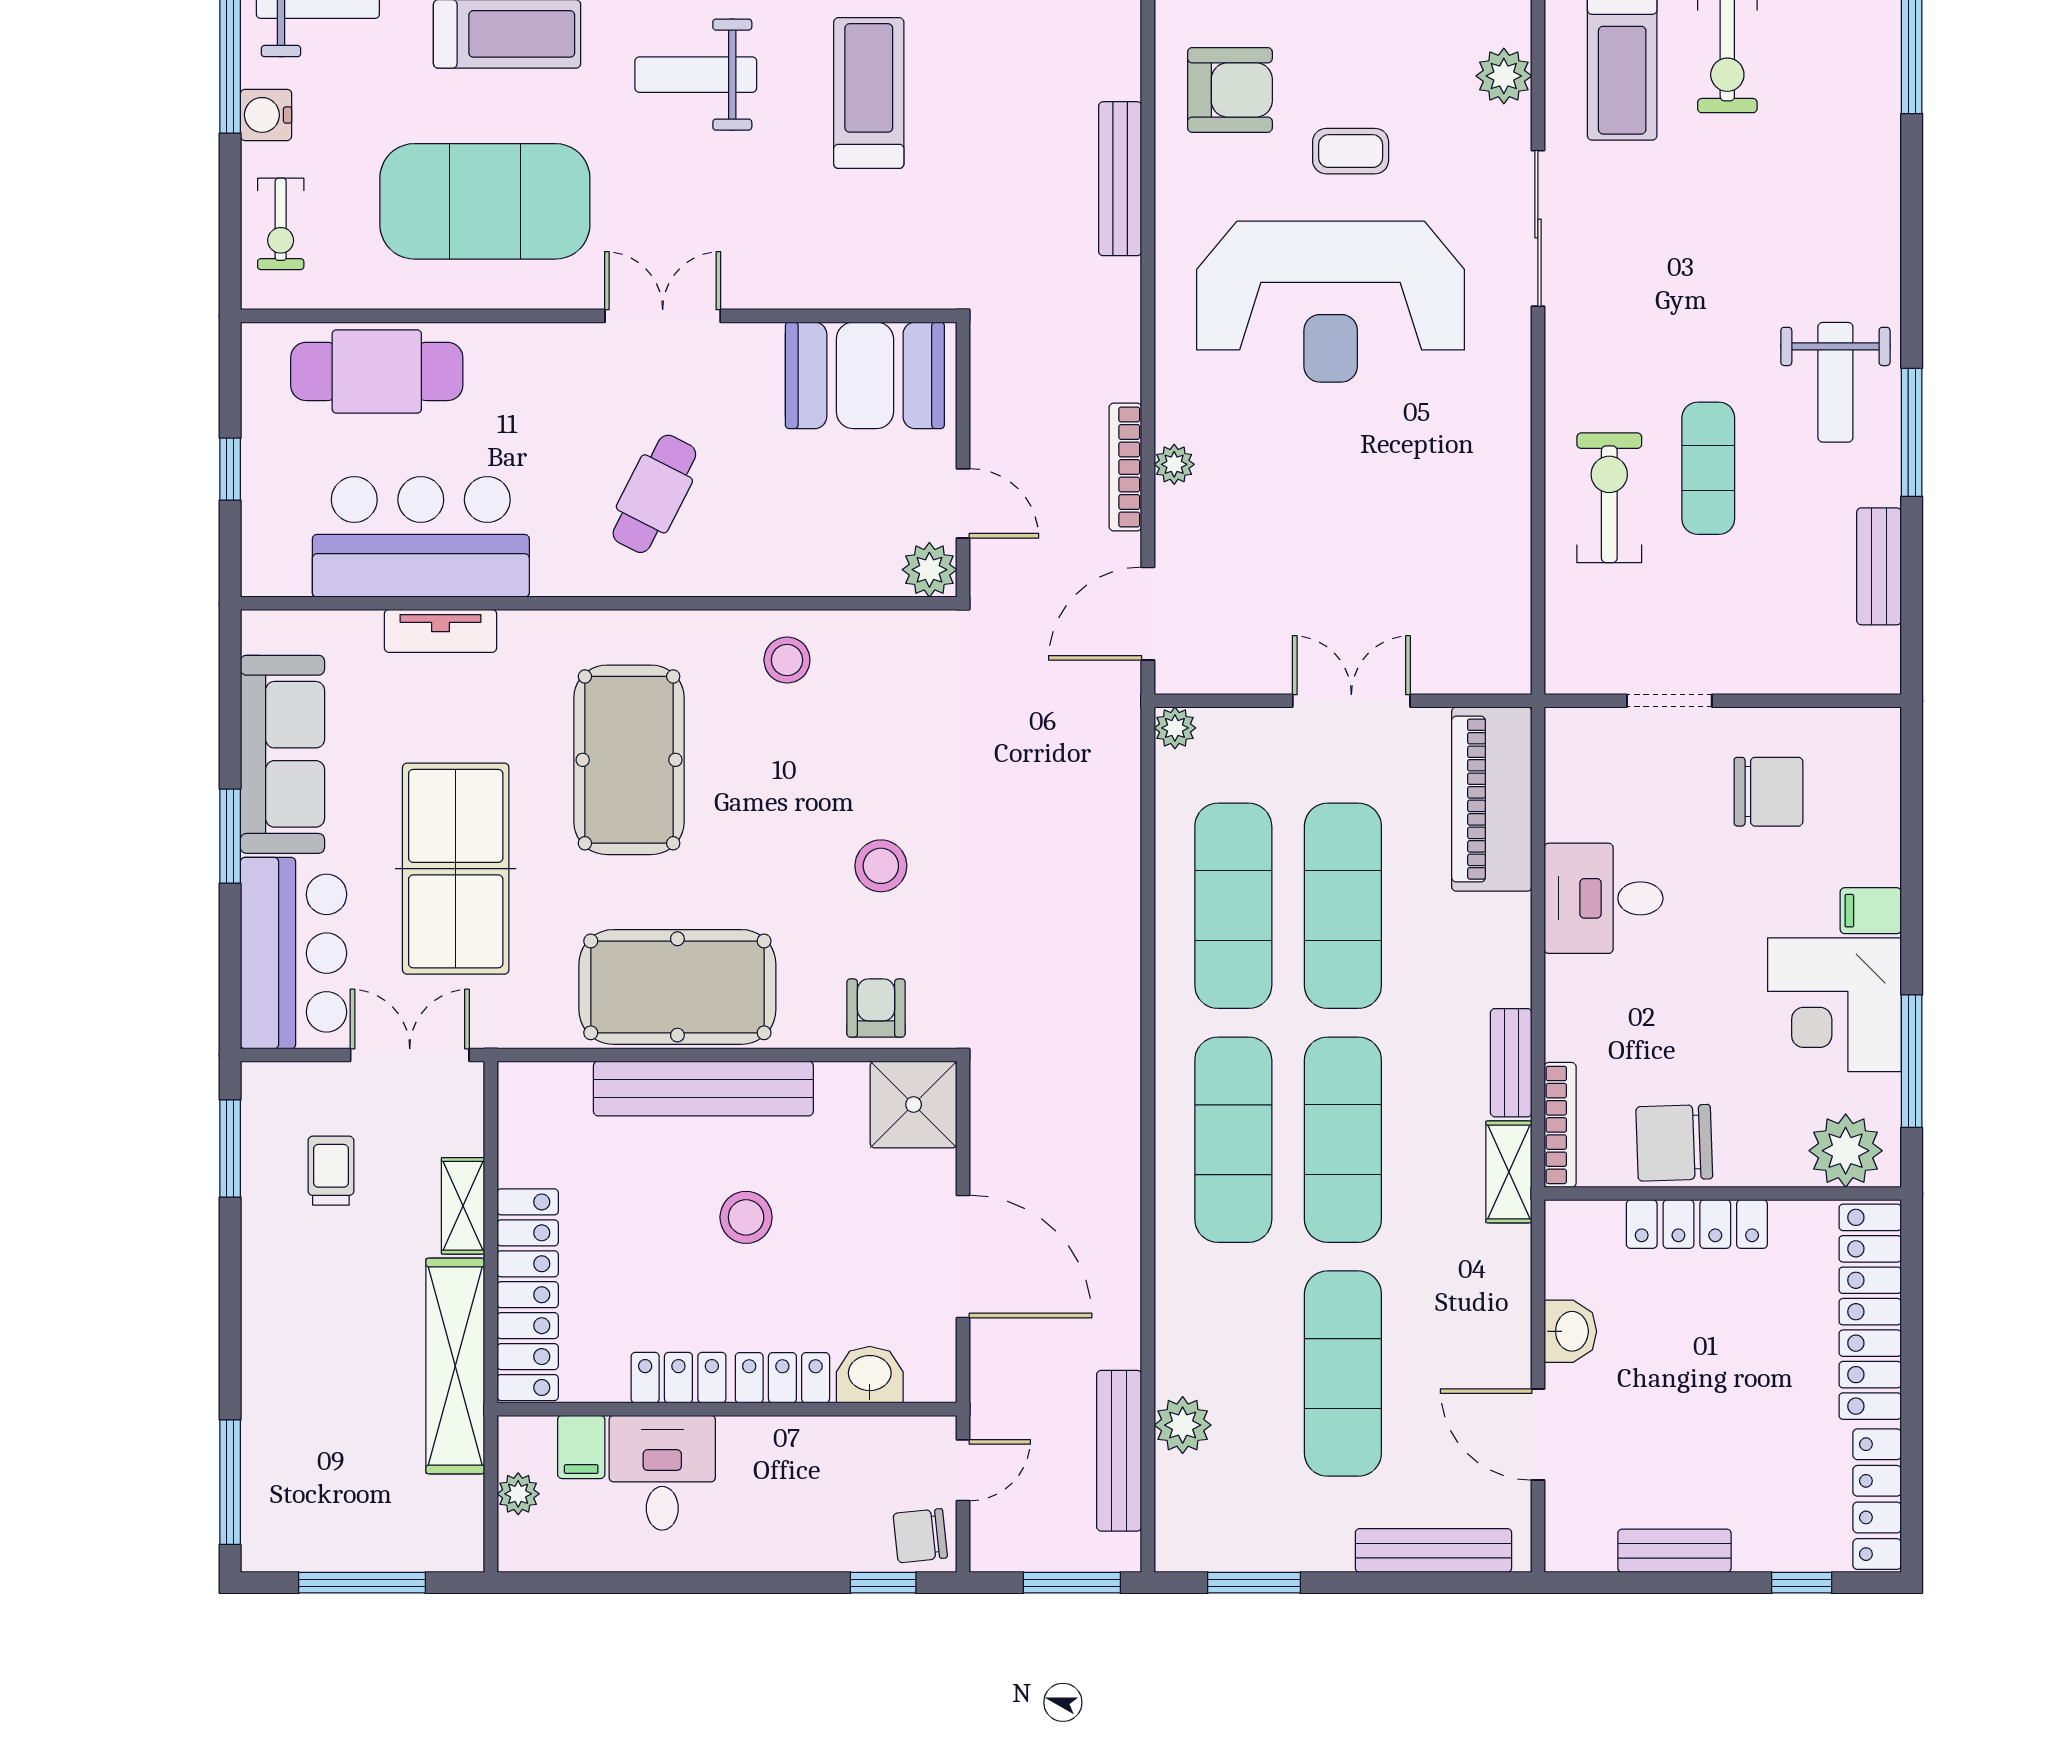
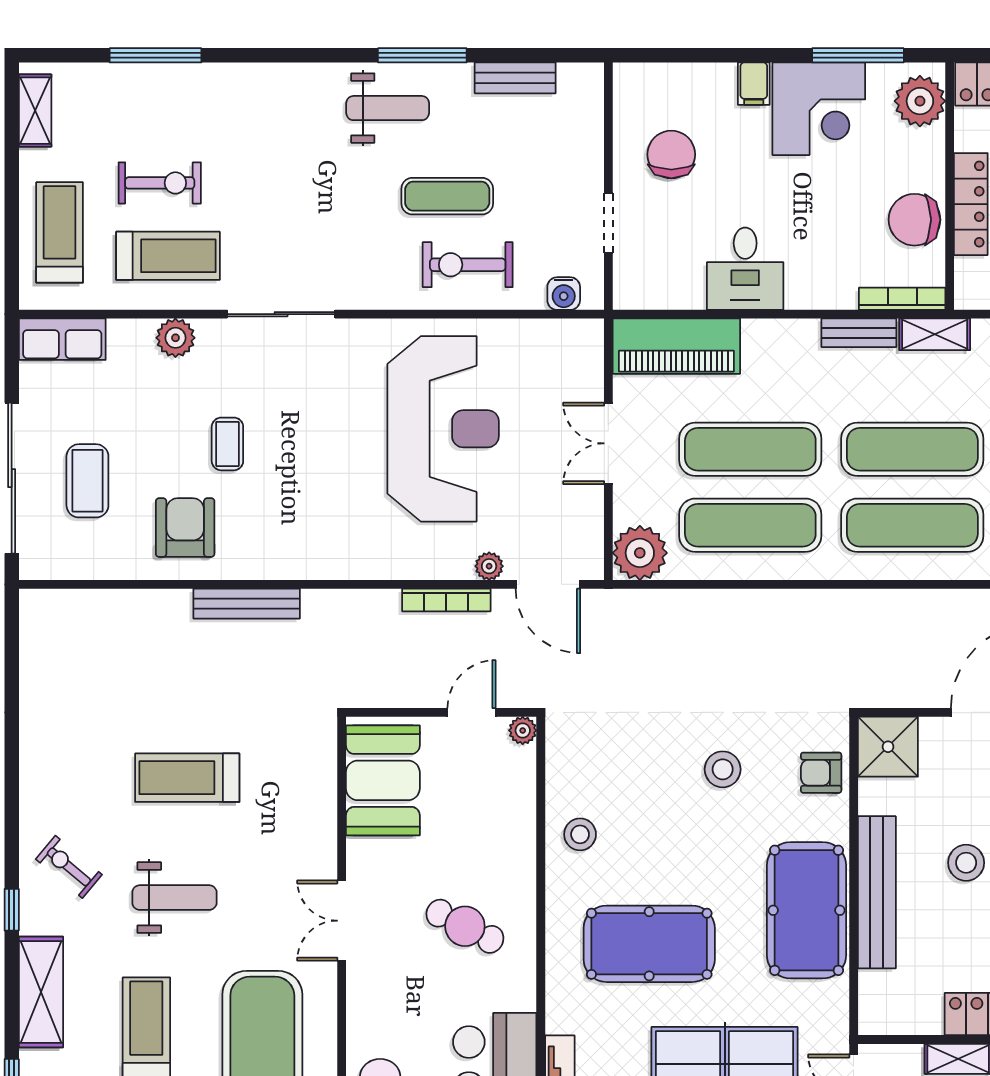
weight bench: (696, 75) -> (174, 898), turned -90
reception desk: (1331, 302) -> (443, 429), moved
plant: (1174, 464) -> (489, 566), moved
plant: (929, 570) -> (523, 730), width x0.73, depth x0.73
water cooler: (1568, 636) -> (564, 294), added
plant: (1175, 728) -> (640, 553), width x1.87, depth x1.87
chair: (1674, 1143) -> (914, 220), turned 92

